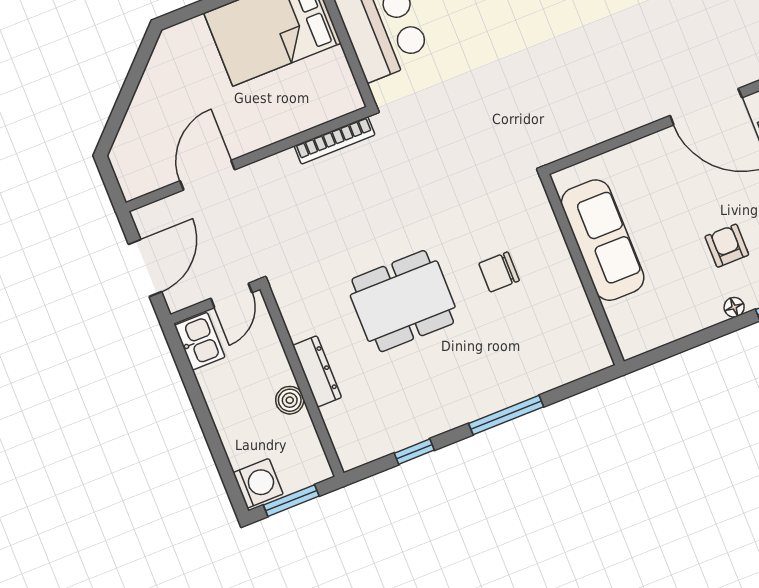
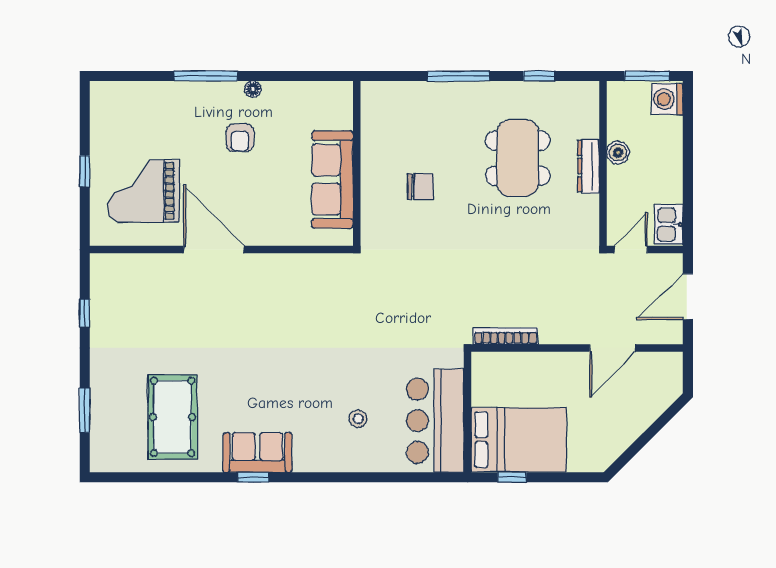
dining table: (403, 301) -> (518, 158), moved, turned 90

